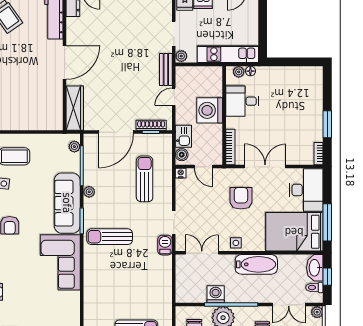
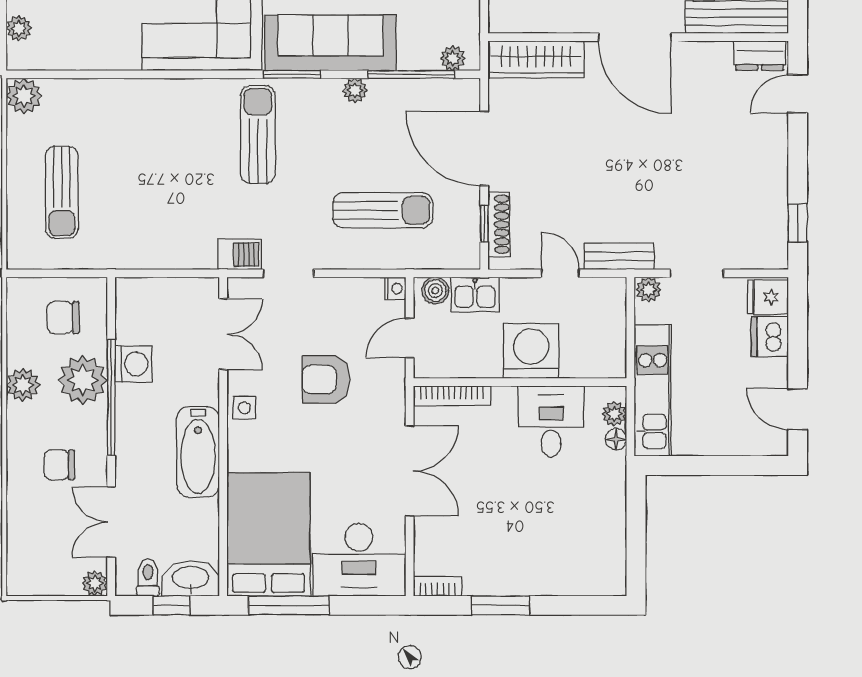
armchair: (241, 198) -> (326, 379), moved, turned 180

